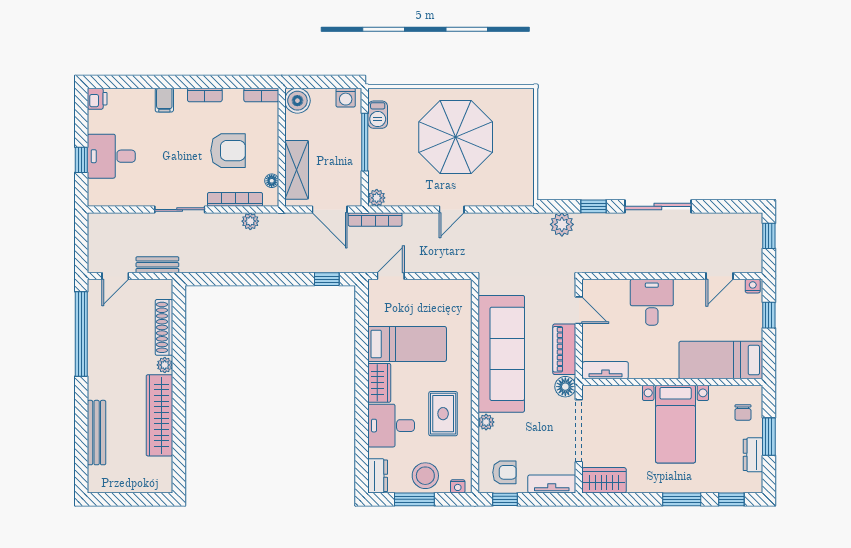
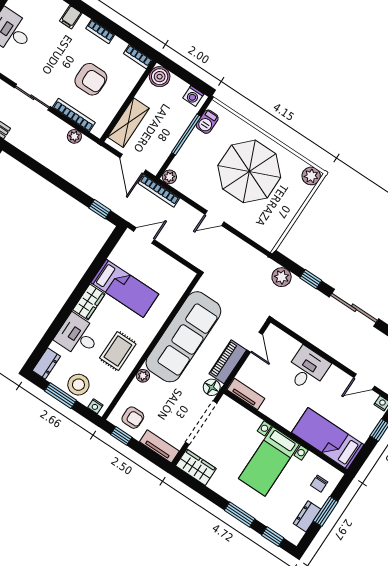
plant: (523, 99) -> (311, 176), added
floor lamp: (272, 181) -> (107, 119), removed

